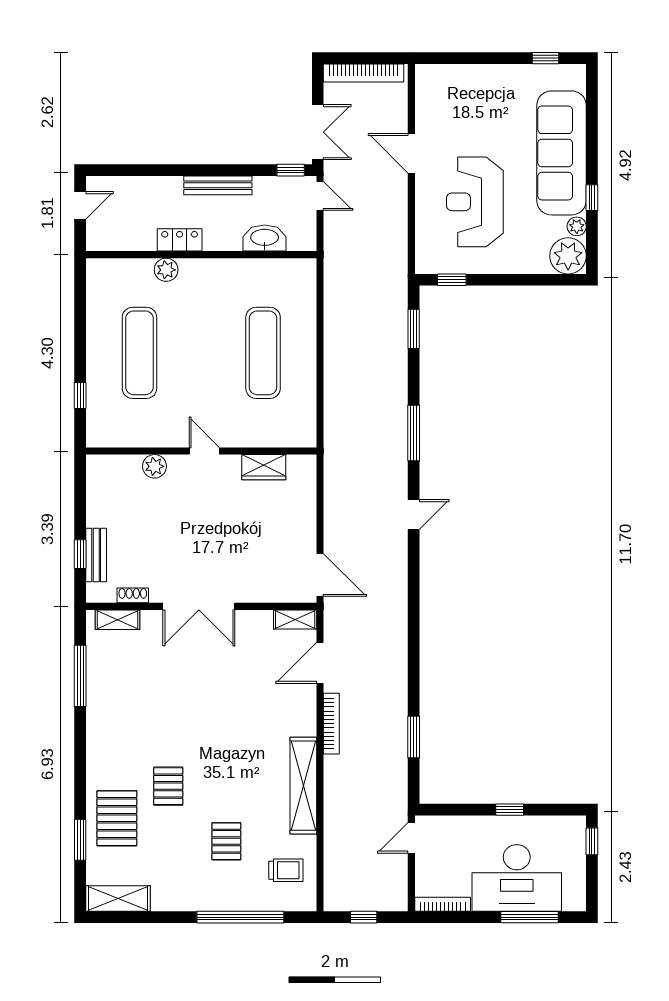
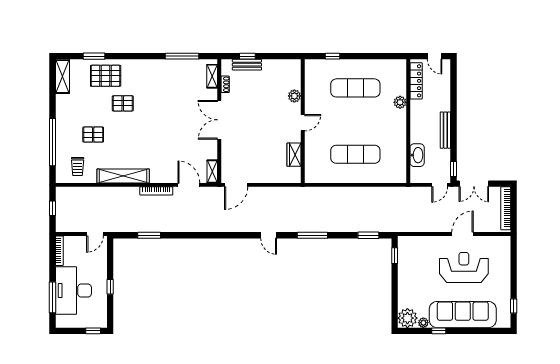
reception desk: (475, 202) -> (464, 268), moved
locker: (180, 240) -> (416, 81), moved, width x1.53
door: (411, 838) -> (95, 234), swing flipped

